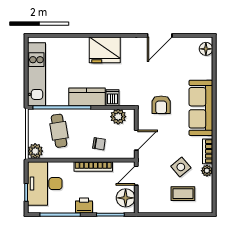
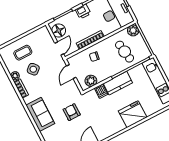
fridge: (105, 50) -> (133, 114), moved
armchair: (161, 105) -> (72, 112), moved
sofa: (201, 108) -> (40, 114), width x0.73

